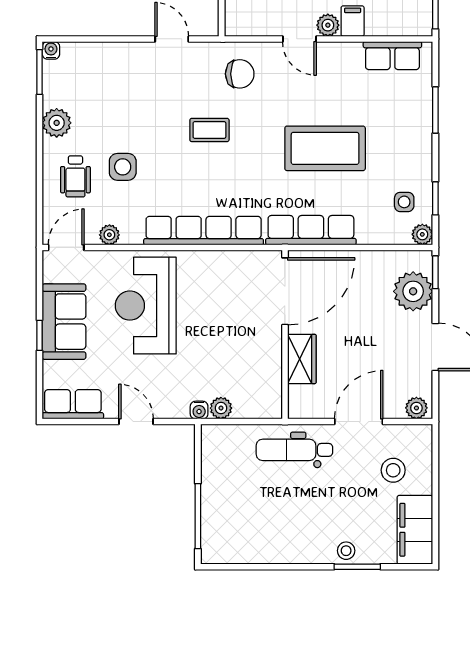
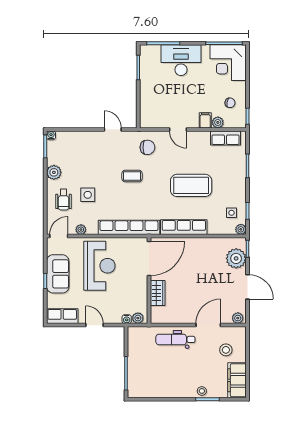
plant: (328, 25) -> (218, 122), moved
door: (285, 291) -> (149, 258), moved
reception desk: (146, 306) -> (99, 266), turned 180
wall: (285, 335) -> (149, 281), moved
wardrobe: (302, 359) -> (158, 293), moved

